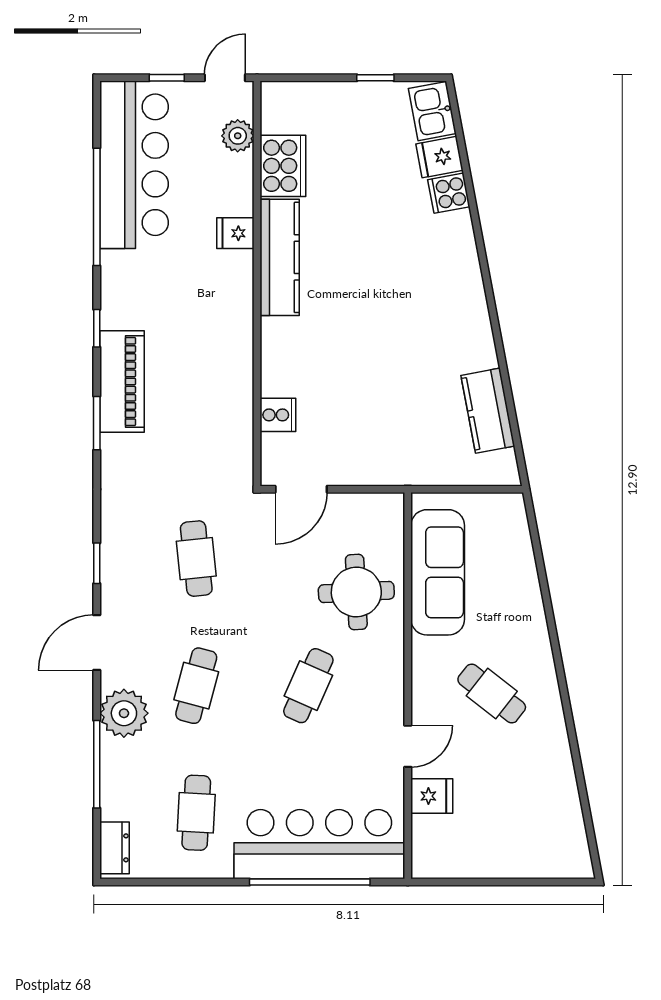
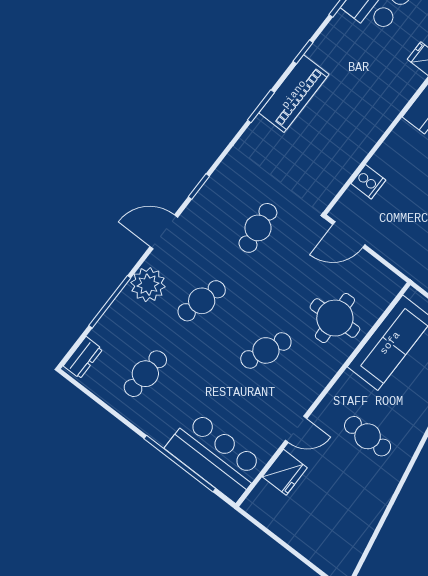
cafe table: (492, 693) -> (368, 436), turned -38
fridge: (432, 796) -> (285, 472), width x1.38
bar counter: (319, 844) -> (215, 456), width x0.73

